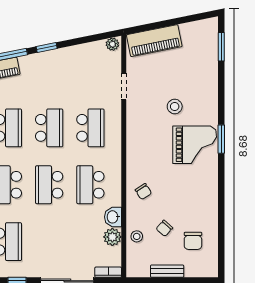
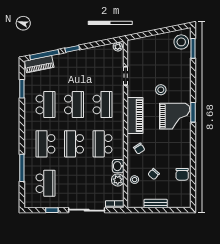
stool: (204, 37) -> (181, 42), added
piano: (154, 41) -> (135, 115), moved, turned -79
chair: (193, 241) -> (182, 174), moved

